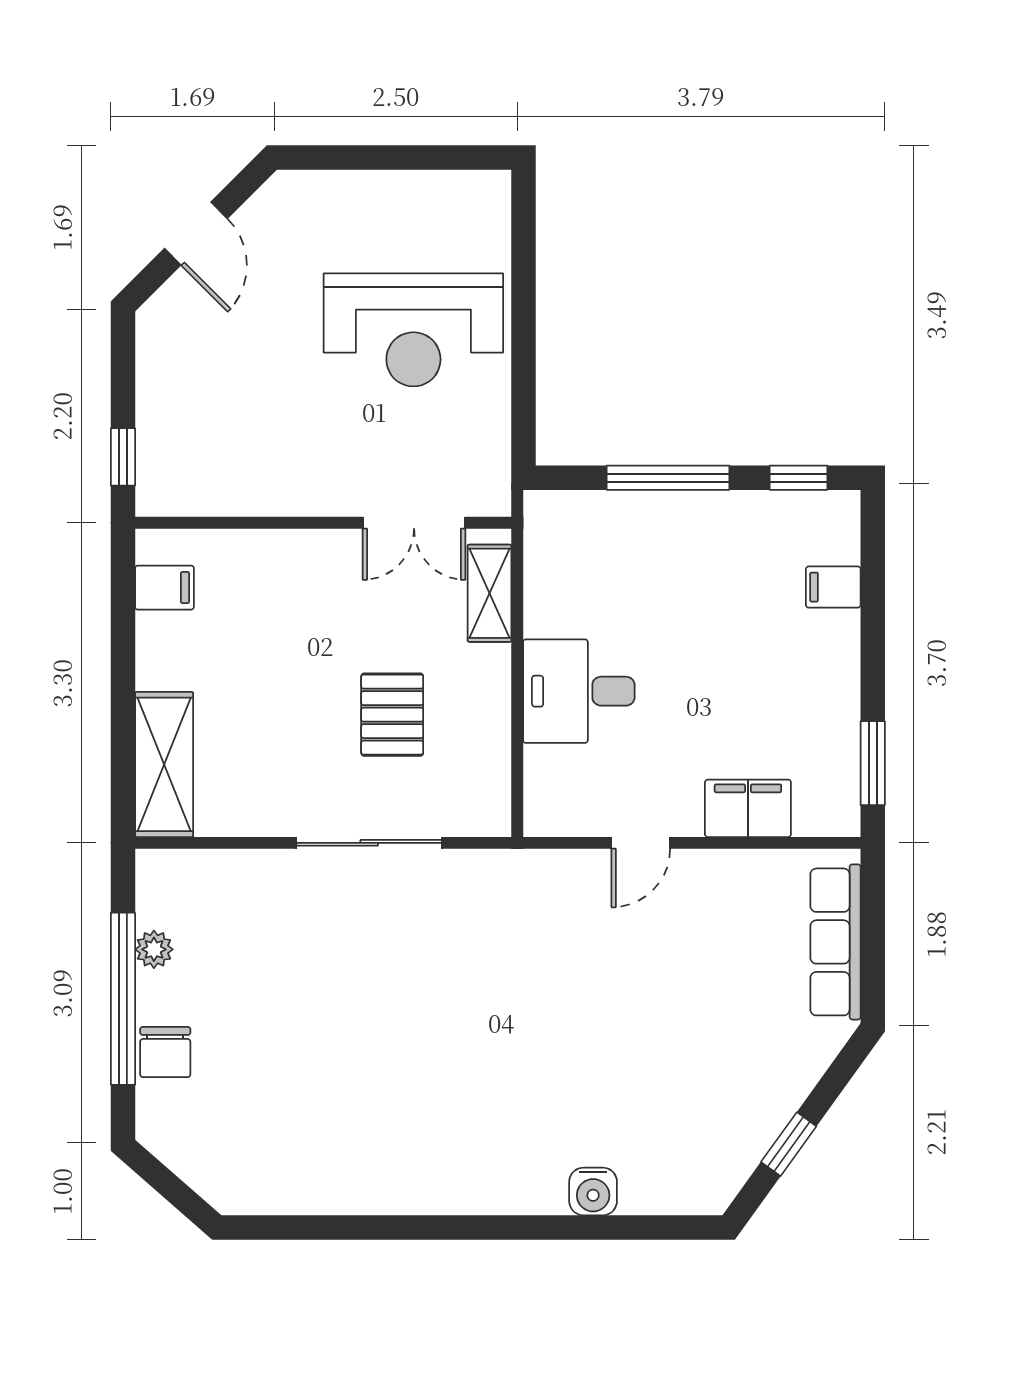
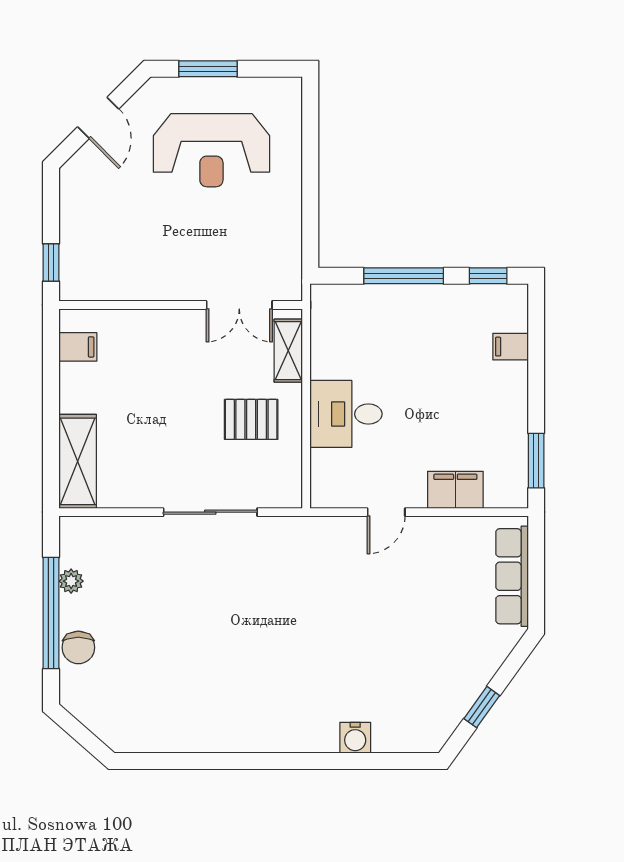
window: (366, 158) -> (208, 69), added
reception desk: (413, 330) -> (211, 150), moved
pallet: (392, 715) -> (251, 419), moved, turned 90

